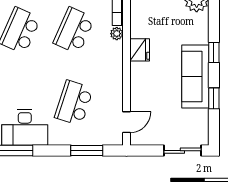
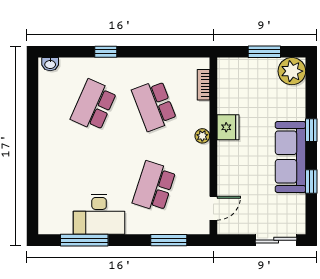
school desk: (74, 30) -> (154, 105), turned -45
plant: (117, 34) -> (202, 136), moved

